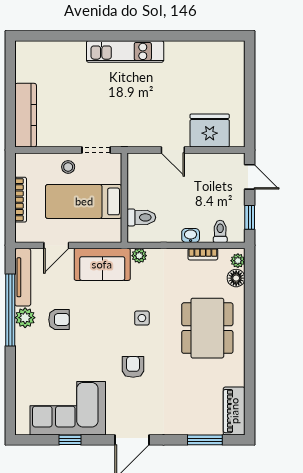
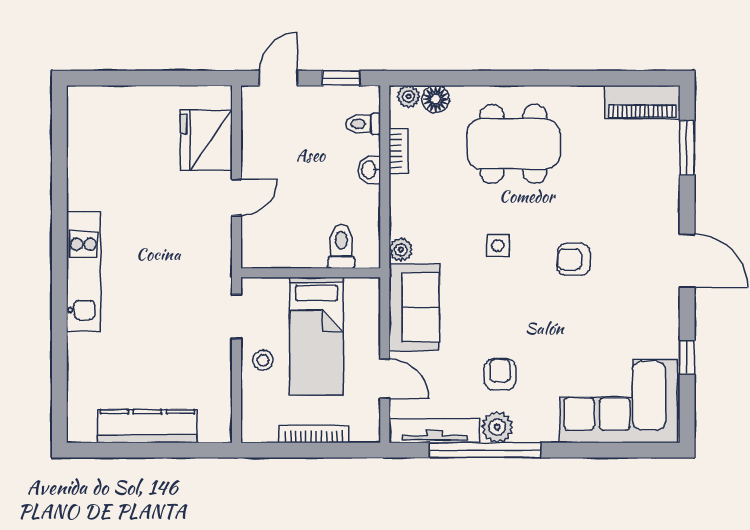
kitchen counter: (26, 115) -> (147, 426), moved
corner sofa: (68, 408) -> (619, 401), moved, turned 90

